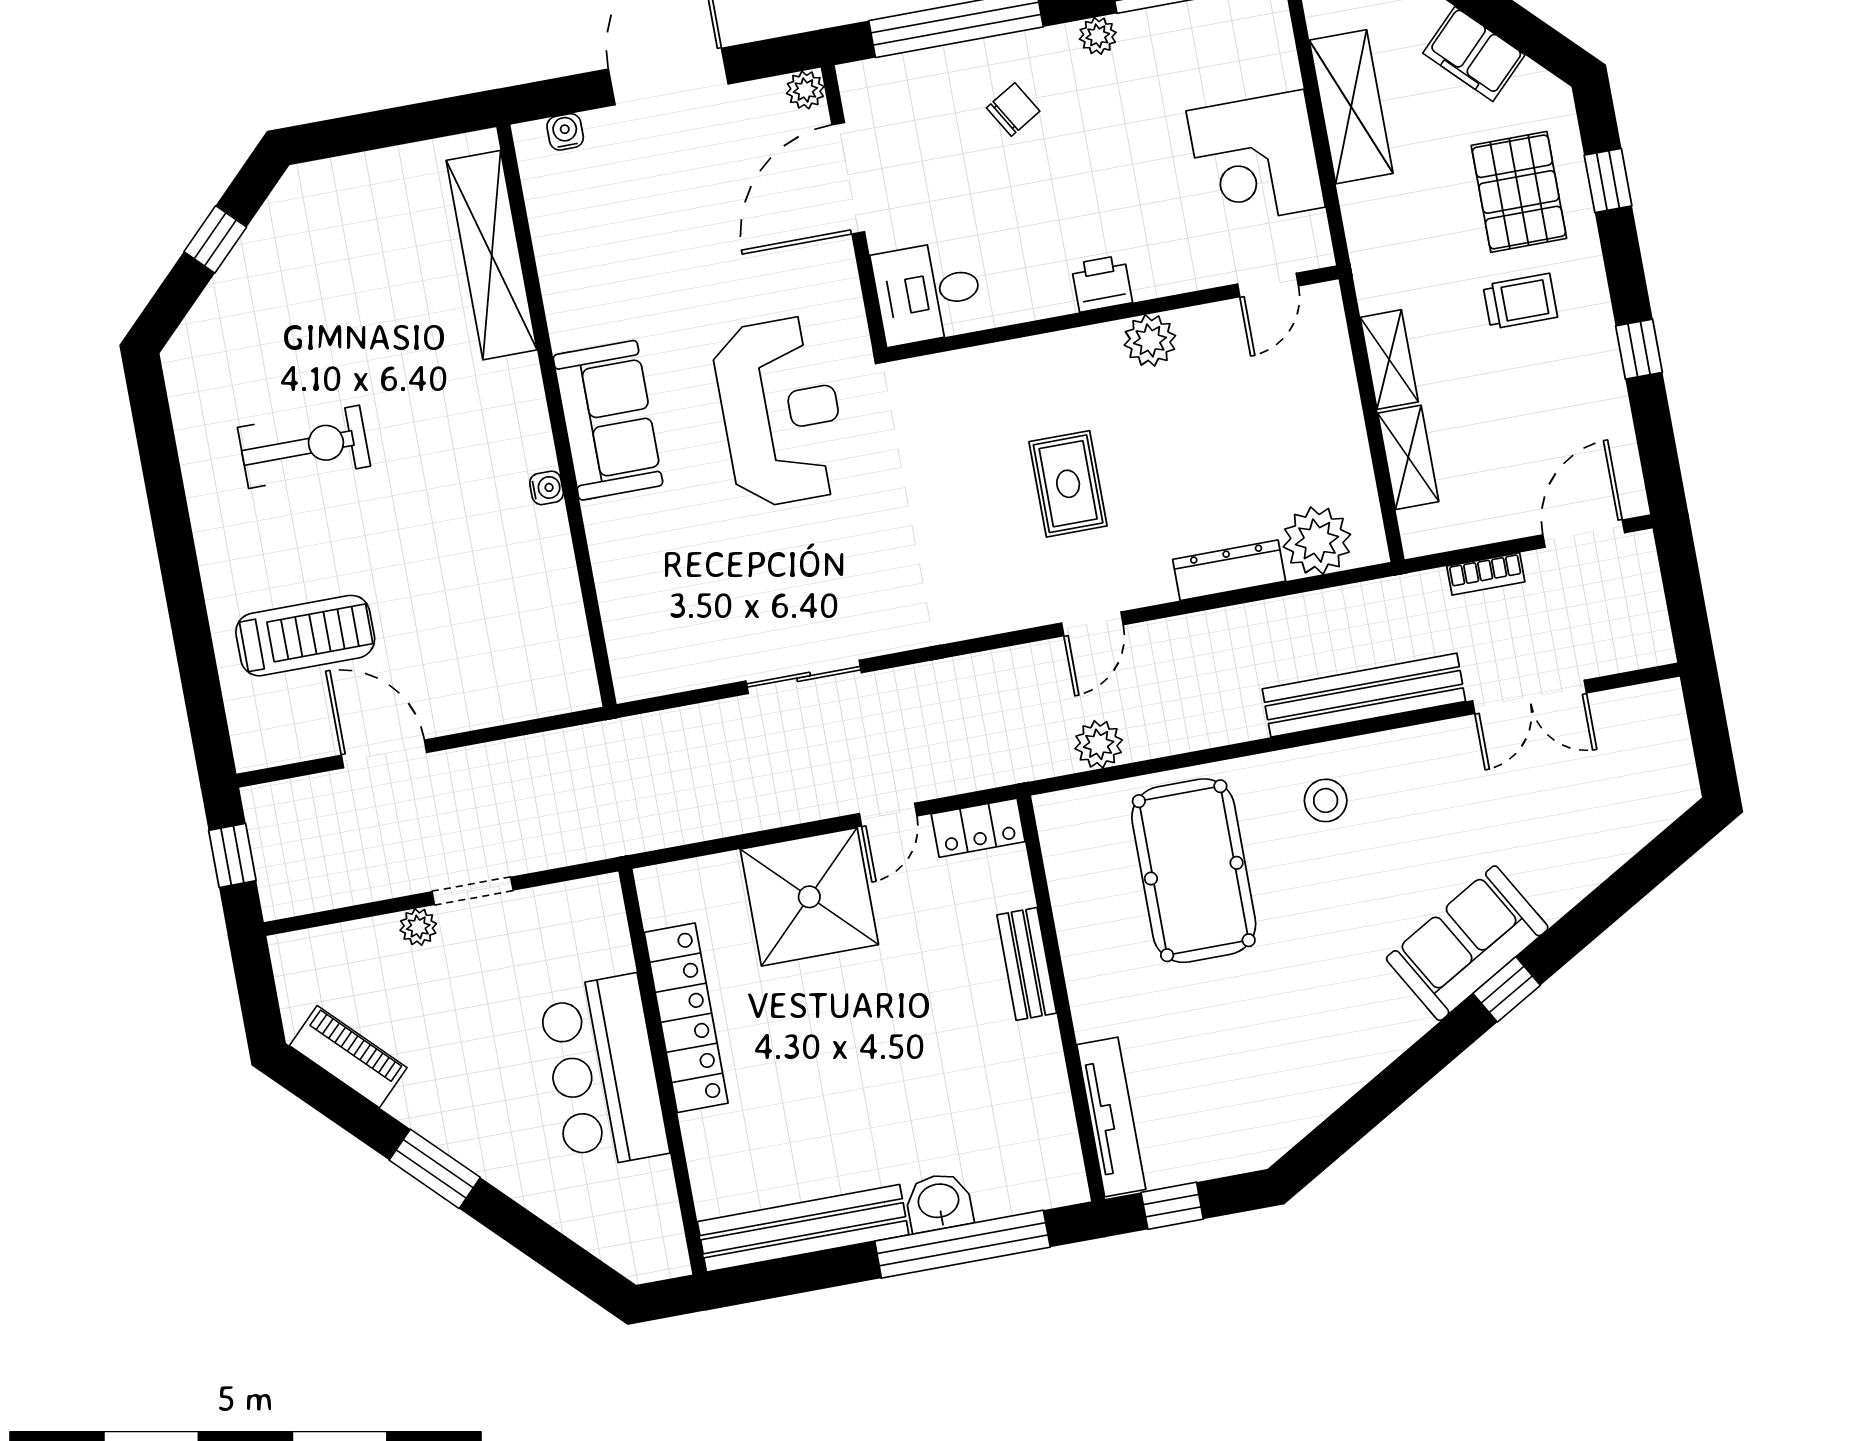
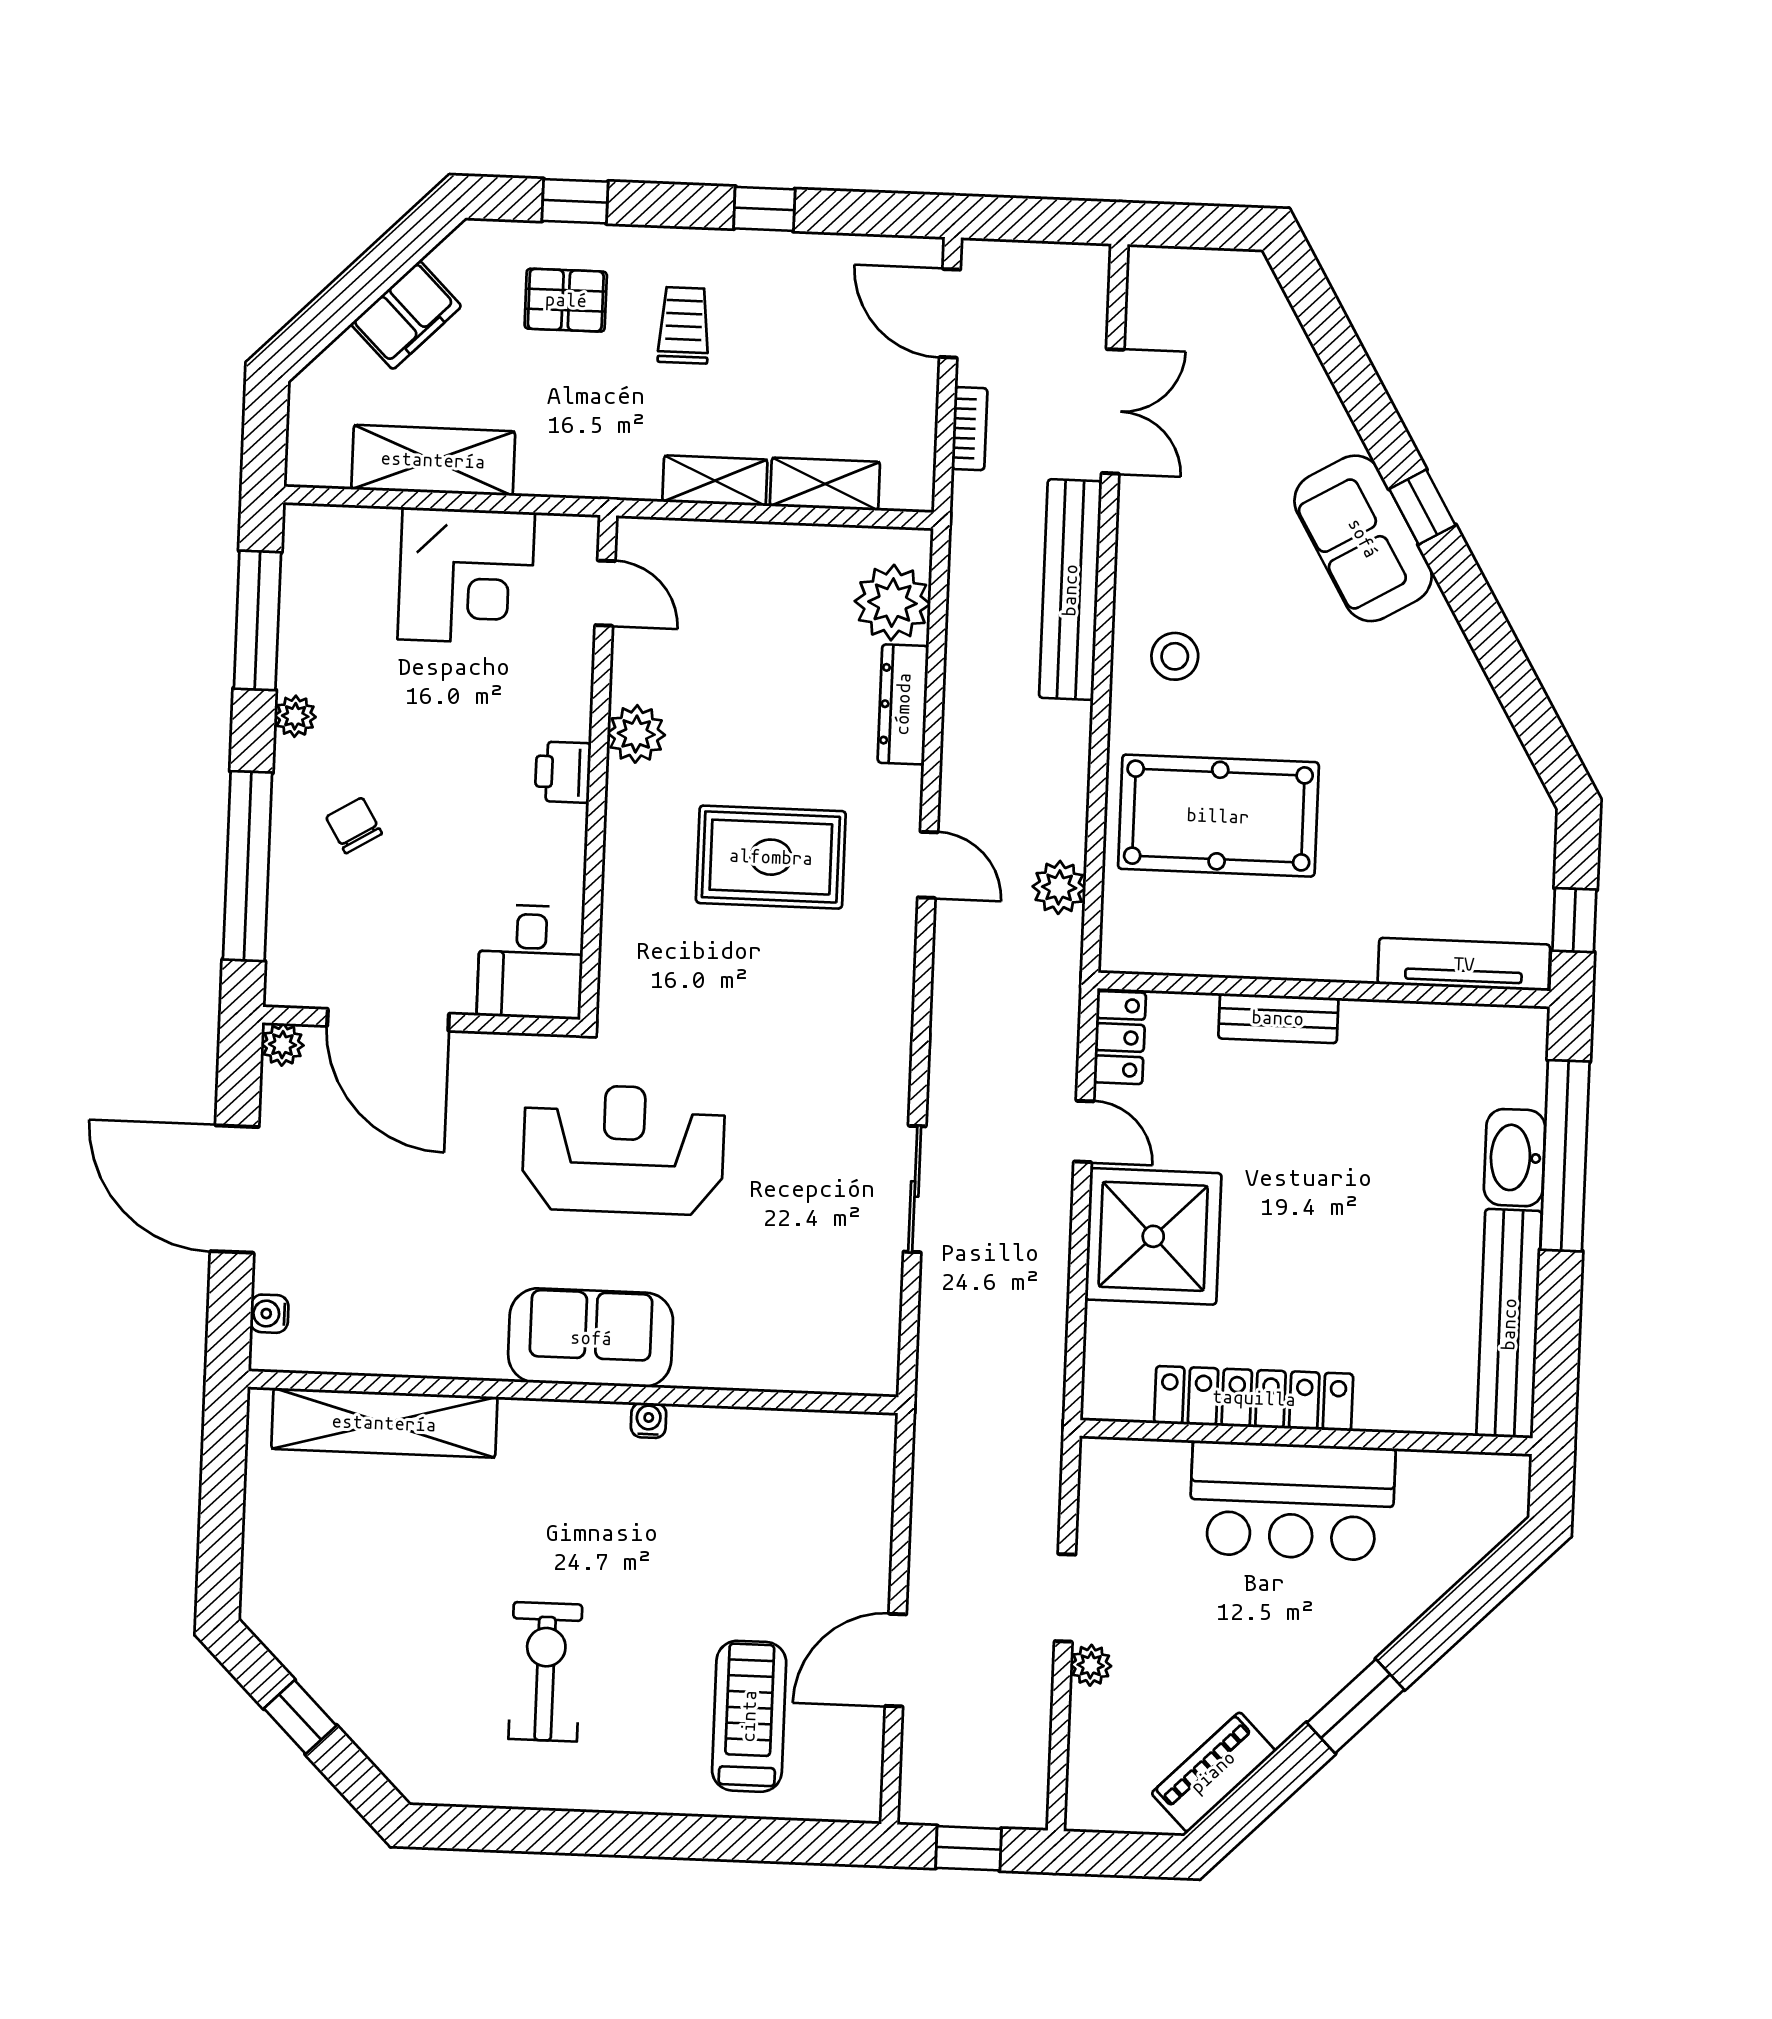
pallet: (1519, 192) -> (566, 300), width x0.67, depth x0.71
rug: (1068, 484) -> (771, 857), width x1.36, depth x1.43
washbasin: (939, 1202) -> (1515, 1158), width x1.38

